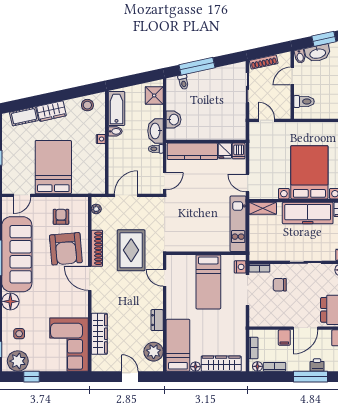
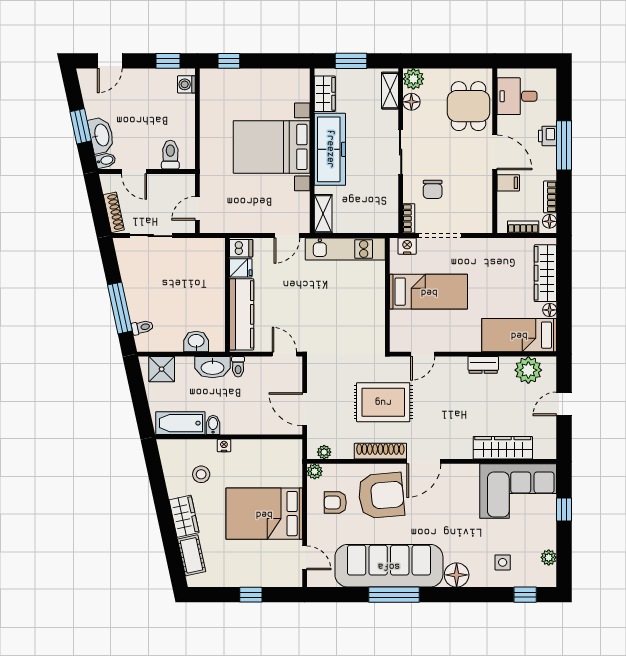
stool: (87, 105) -> (201, 474), moved
plant: (83, 202) -> (315, 471), added
plant: (18, 361) -> (549, 557), width x0.53, depth x0.53
window: (32, 377) -> (564, 509), moved

